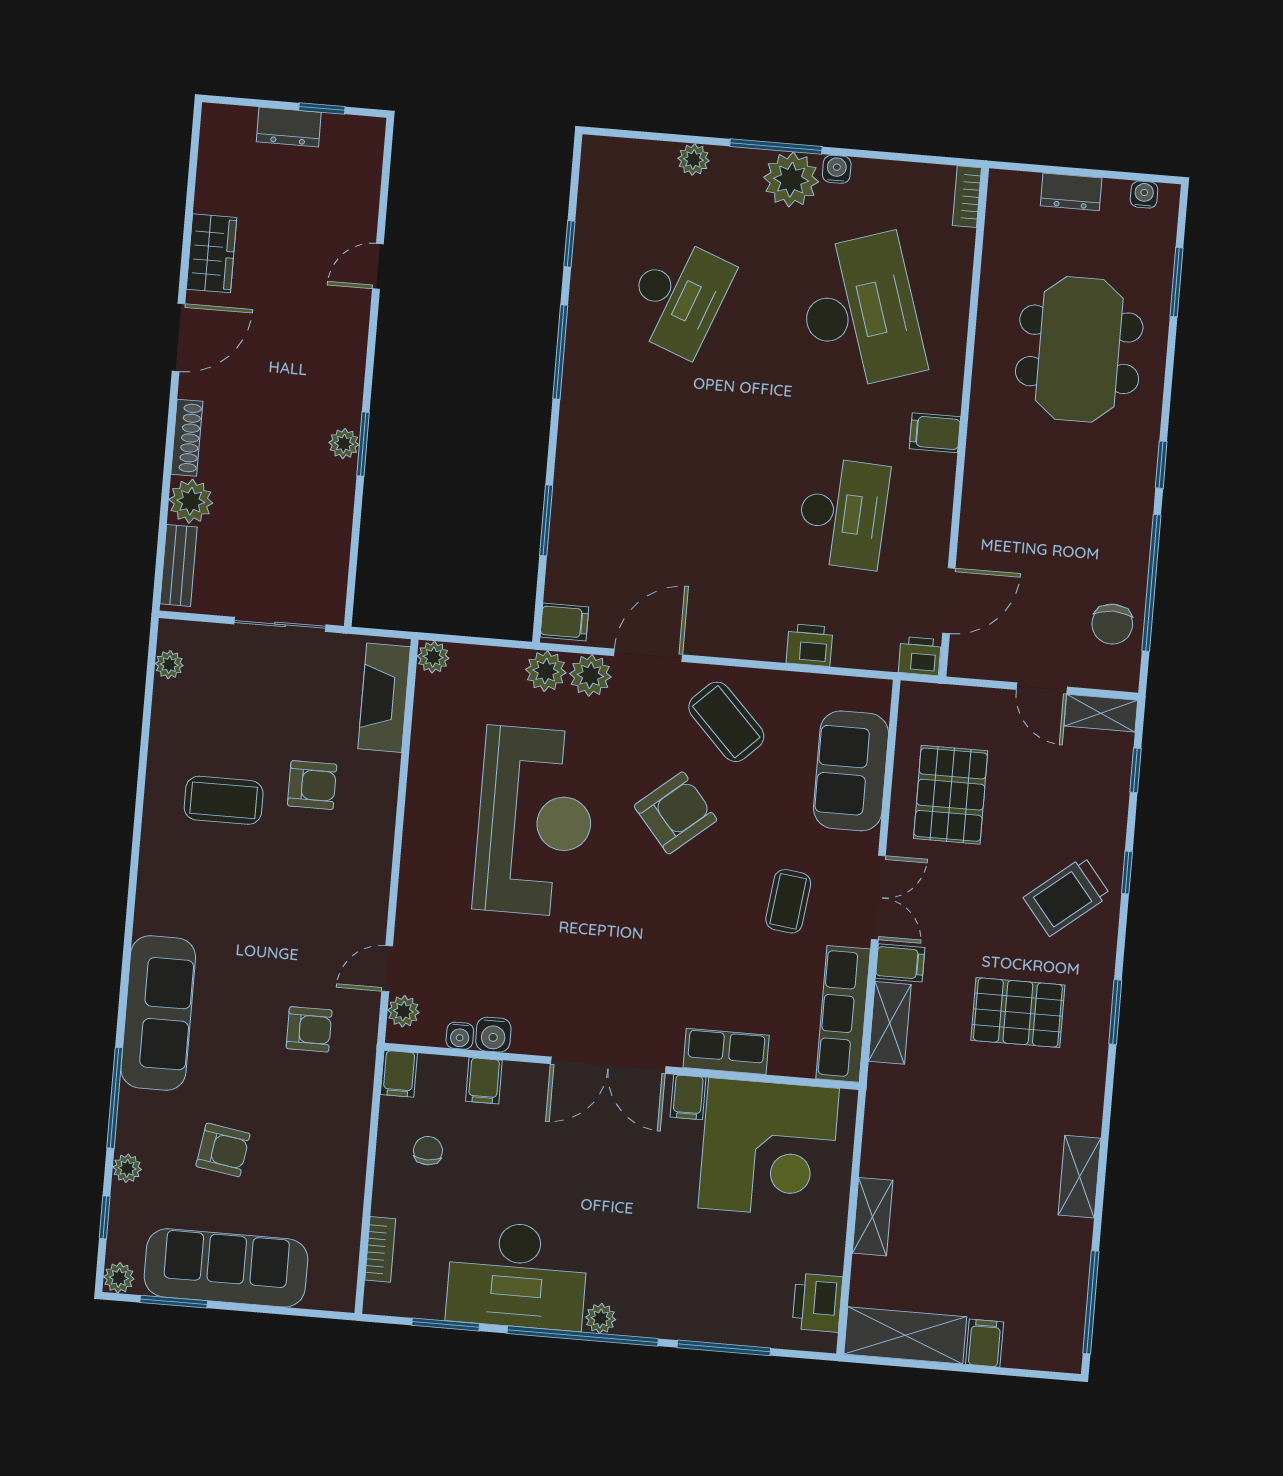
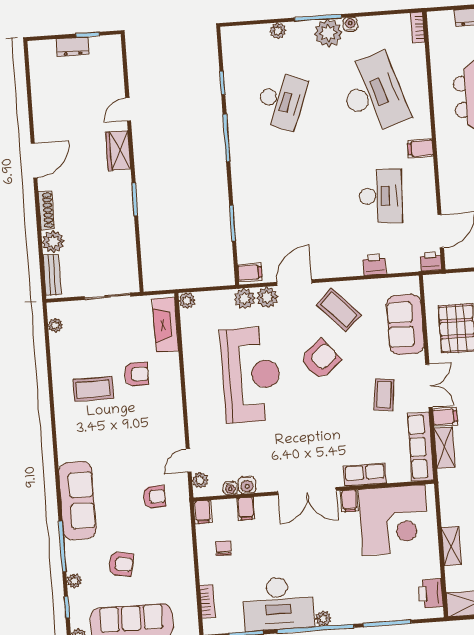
wardrobe: (212, 253) -> (118, 150), moved, turned 180
plant: (344, 444) -> (125, 201), removed

